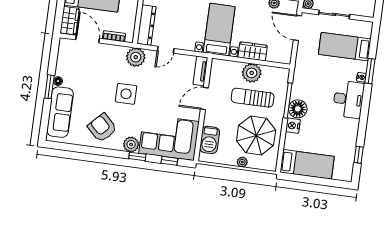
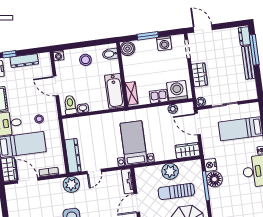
wardrobe: (253, 51) -> (188, 150), moved
floor lamp: (298, 109) -> (214, 179), moved
nightstand: (293, 126) -> (210, 165), moved

